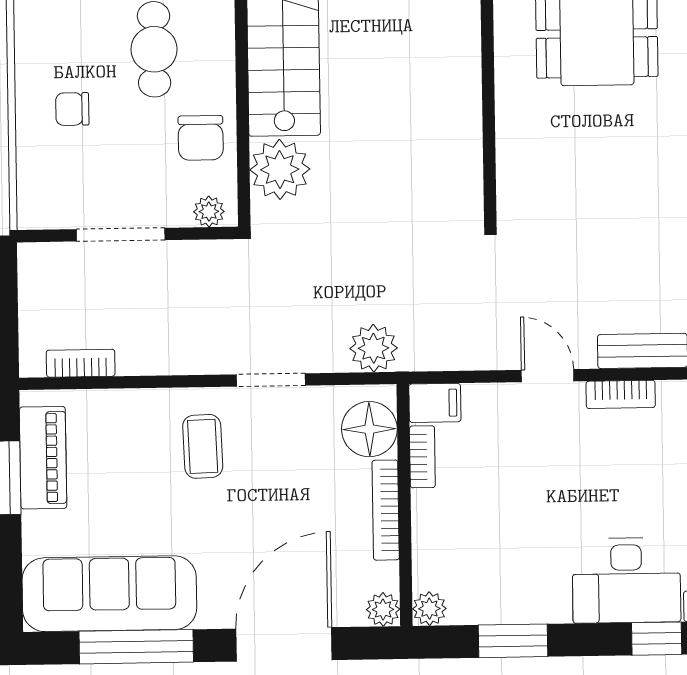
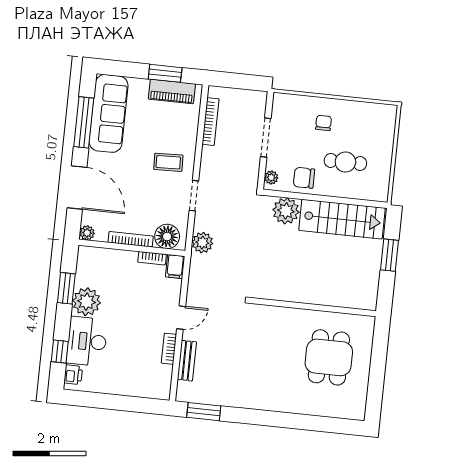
bookcase: (81, 363) -> (210, 122), width x1.56
plant: (429, 609) -> (87, 302), moved, width x1.88, depth x1.88

